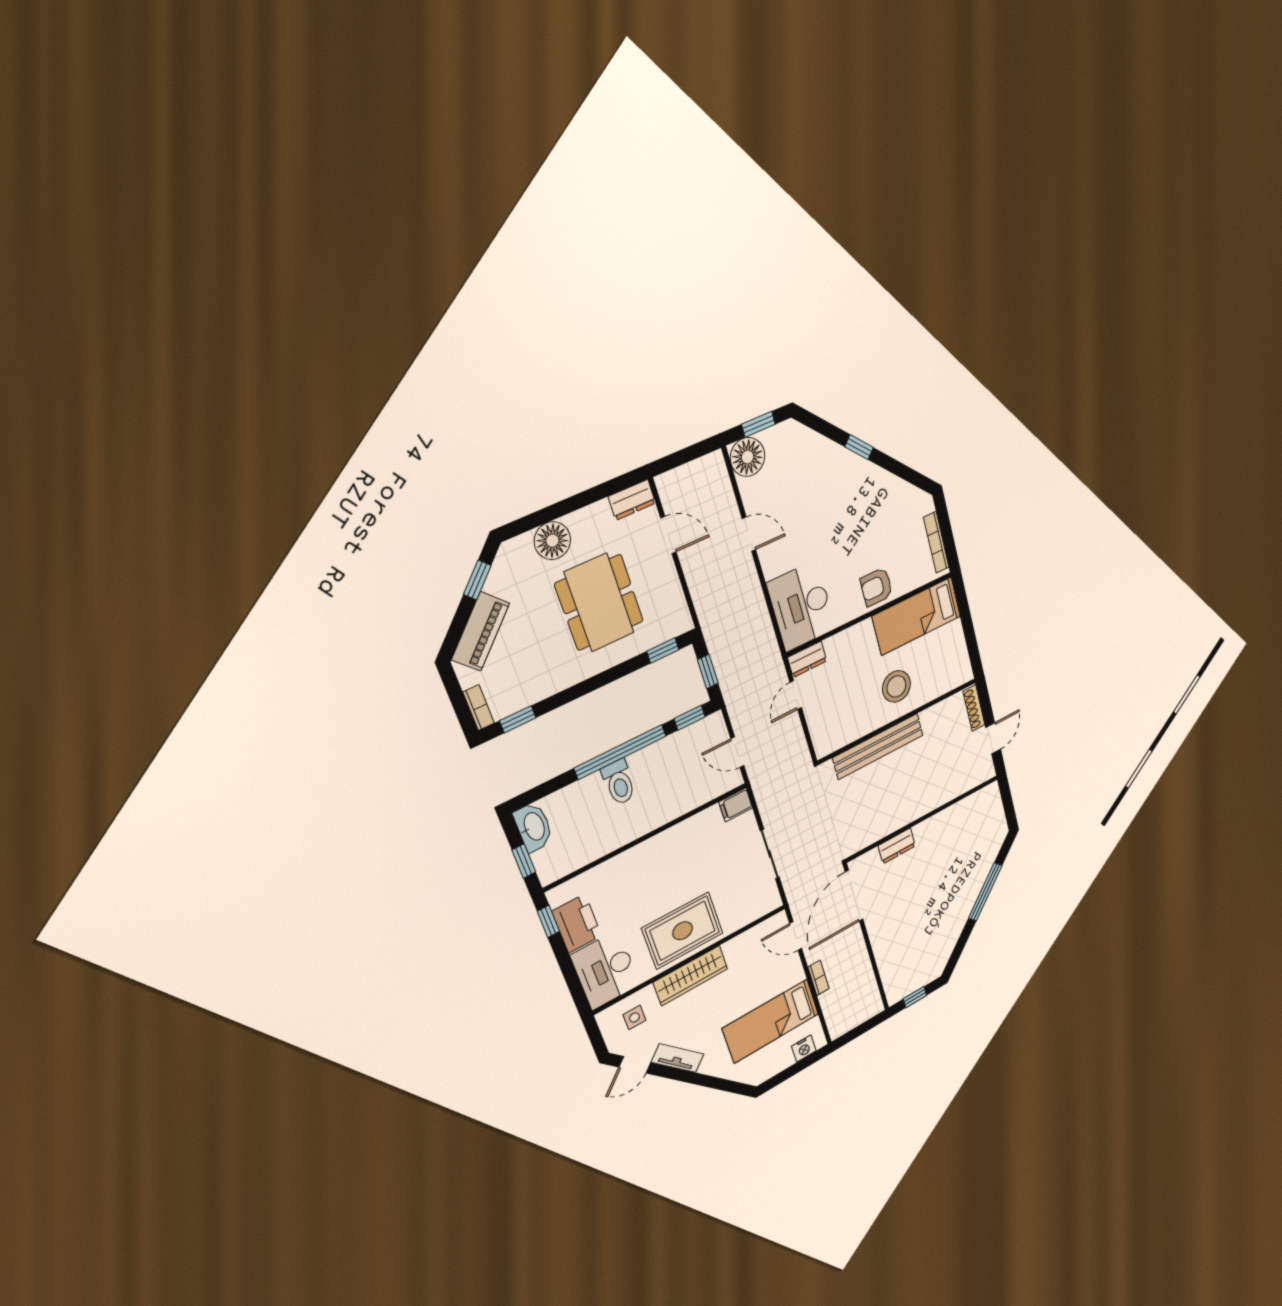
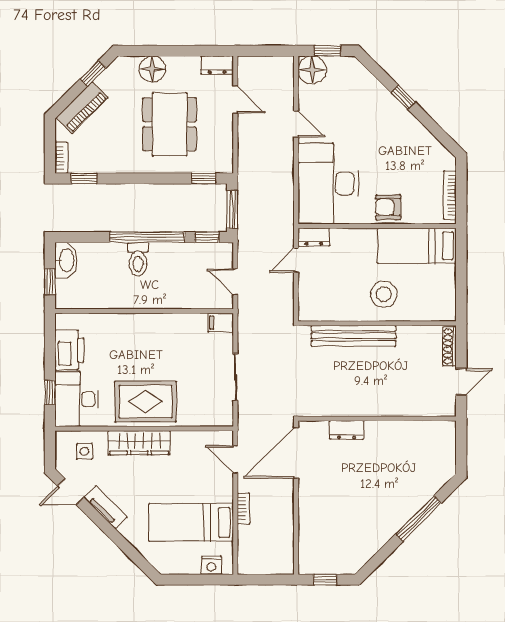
desk: (801, 606) -> (328, 184), width x1.36, depth x1.30
window: (708, 671) -> (232, 209), width x1.50
window: (548, 921) -> (50, 392), moved

